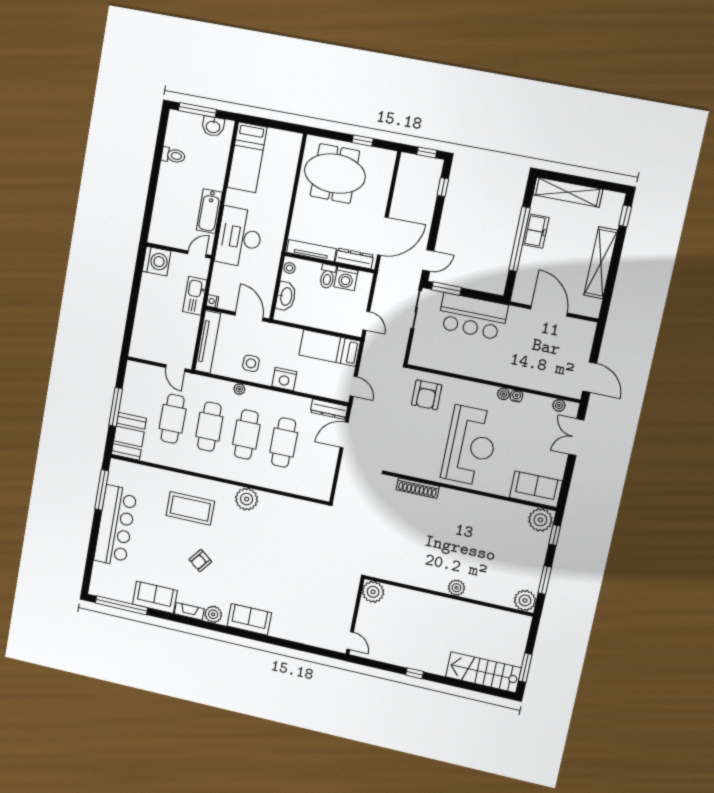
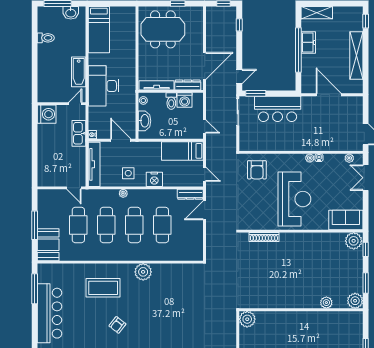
shelving: (568, 192) -> (317, 13), width x0.68
plant: (456, 588) -> (326, 303), moved

